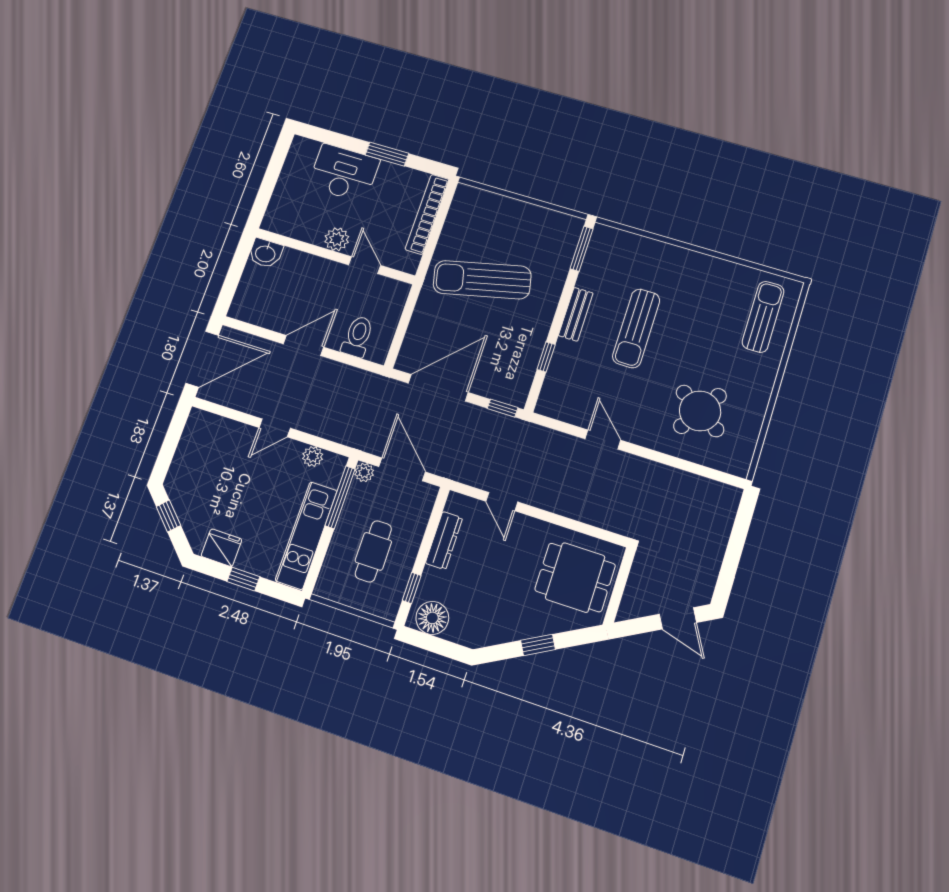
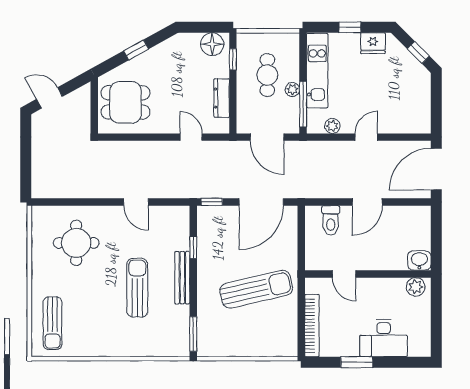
plant: (337, 239) -> (416, 287), moved
bench: (576, 314) -> (182, 278), width x1.36
round table: (700, 411) -> (76, 243), turned -33
plant: (364, 472) -> (292, 89), moved

